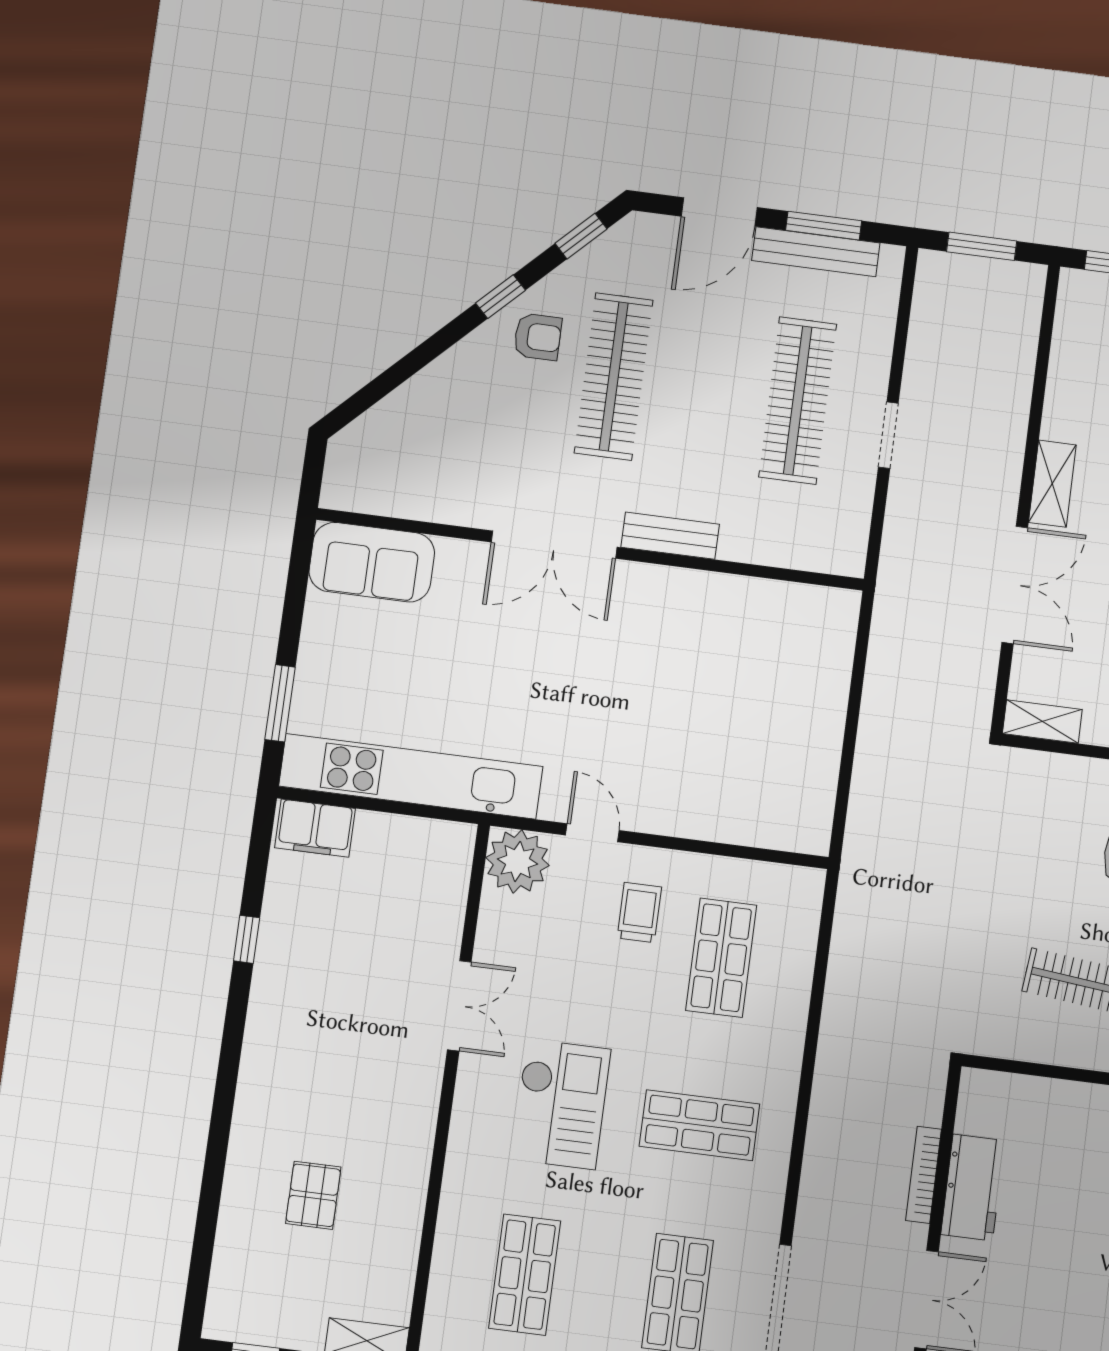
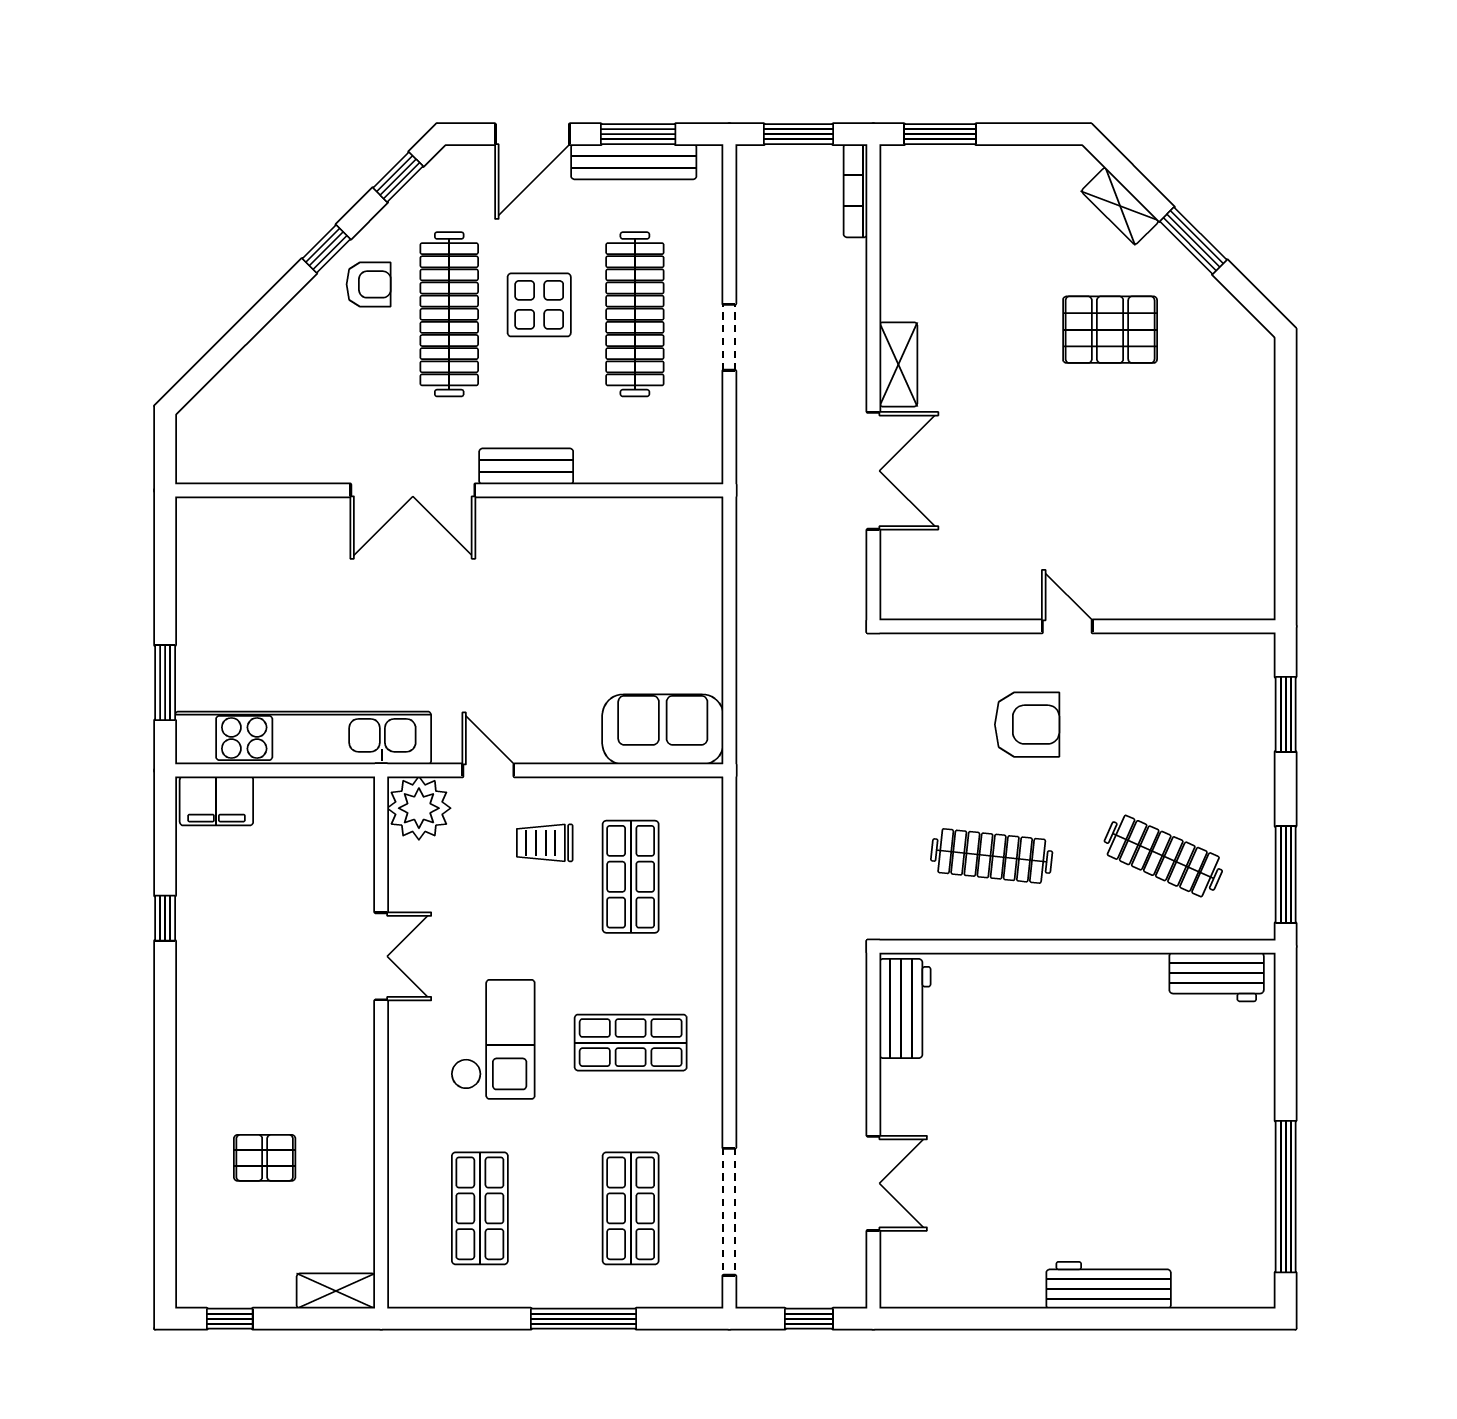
display table: (704, 379) -> (539, 305), added
sofa: (372, 562) -> (663, 729), moved, turned 180
shelving: (1042, 722) -> (917, 603), removed
trolley: (639, 913) -> (545, 843), turned -90
bookcase: (924, 1175) -> (855, 191), moved
workbench: (973, 1187) -> (905, 1009), moved
pallet: (313, 1195) -> (265, 1158), turned 90

